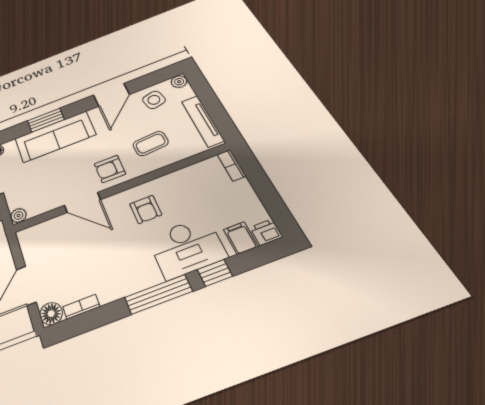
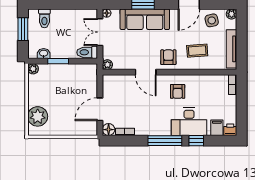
armchair: (110, 169) -> (168, 57), turned 90

